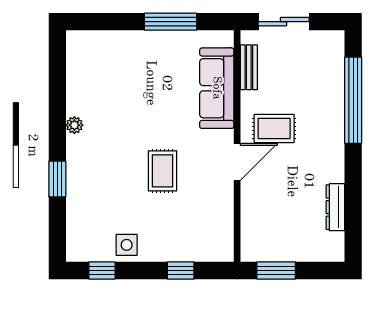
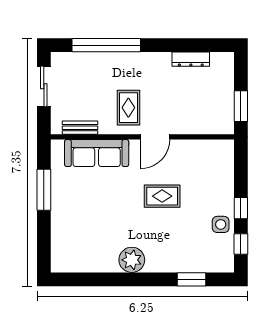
sliding door: (284, 22) -> (44, 86), moved
plant: (74, 125) -> (132, 260), width x1.87, depth x1.87
door: (237, 162) -> (155, 137), swing flipped
window: (57, 179) -> (191, 279), moved
window: (181, 270) -> (241, 208), moved

